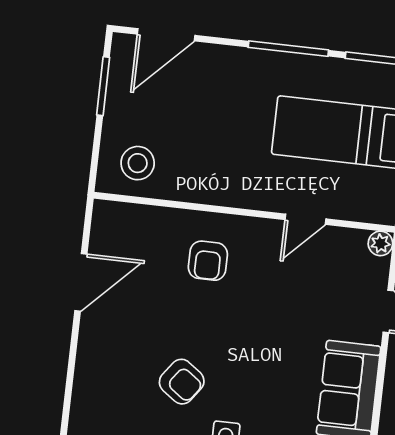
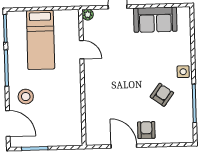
stool: (138, 163) -> (26, 97), moved
armchair: (208, 261) -> (146, 130), moved, turned -90

